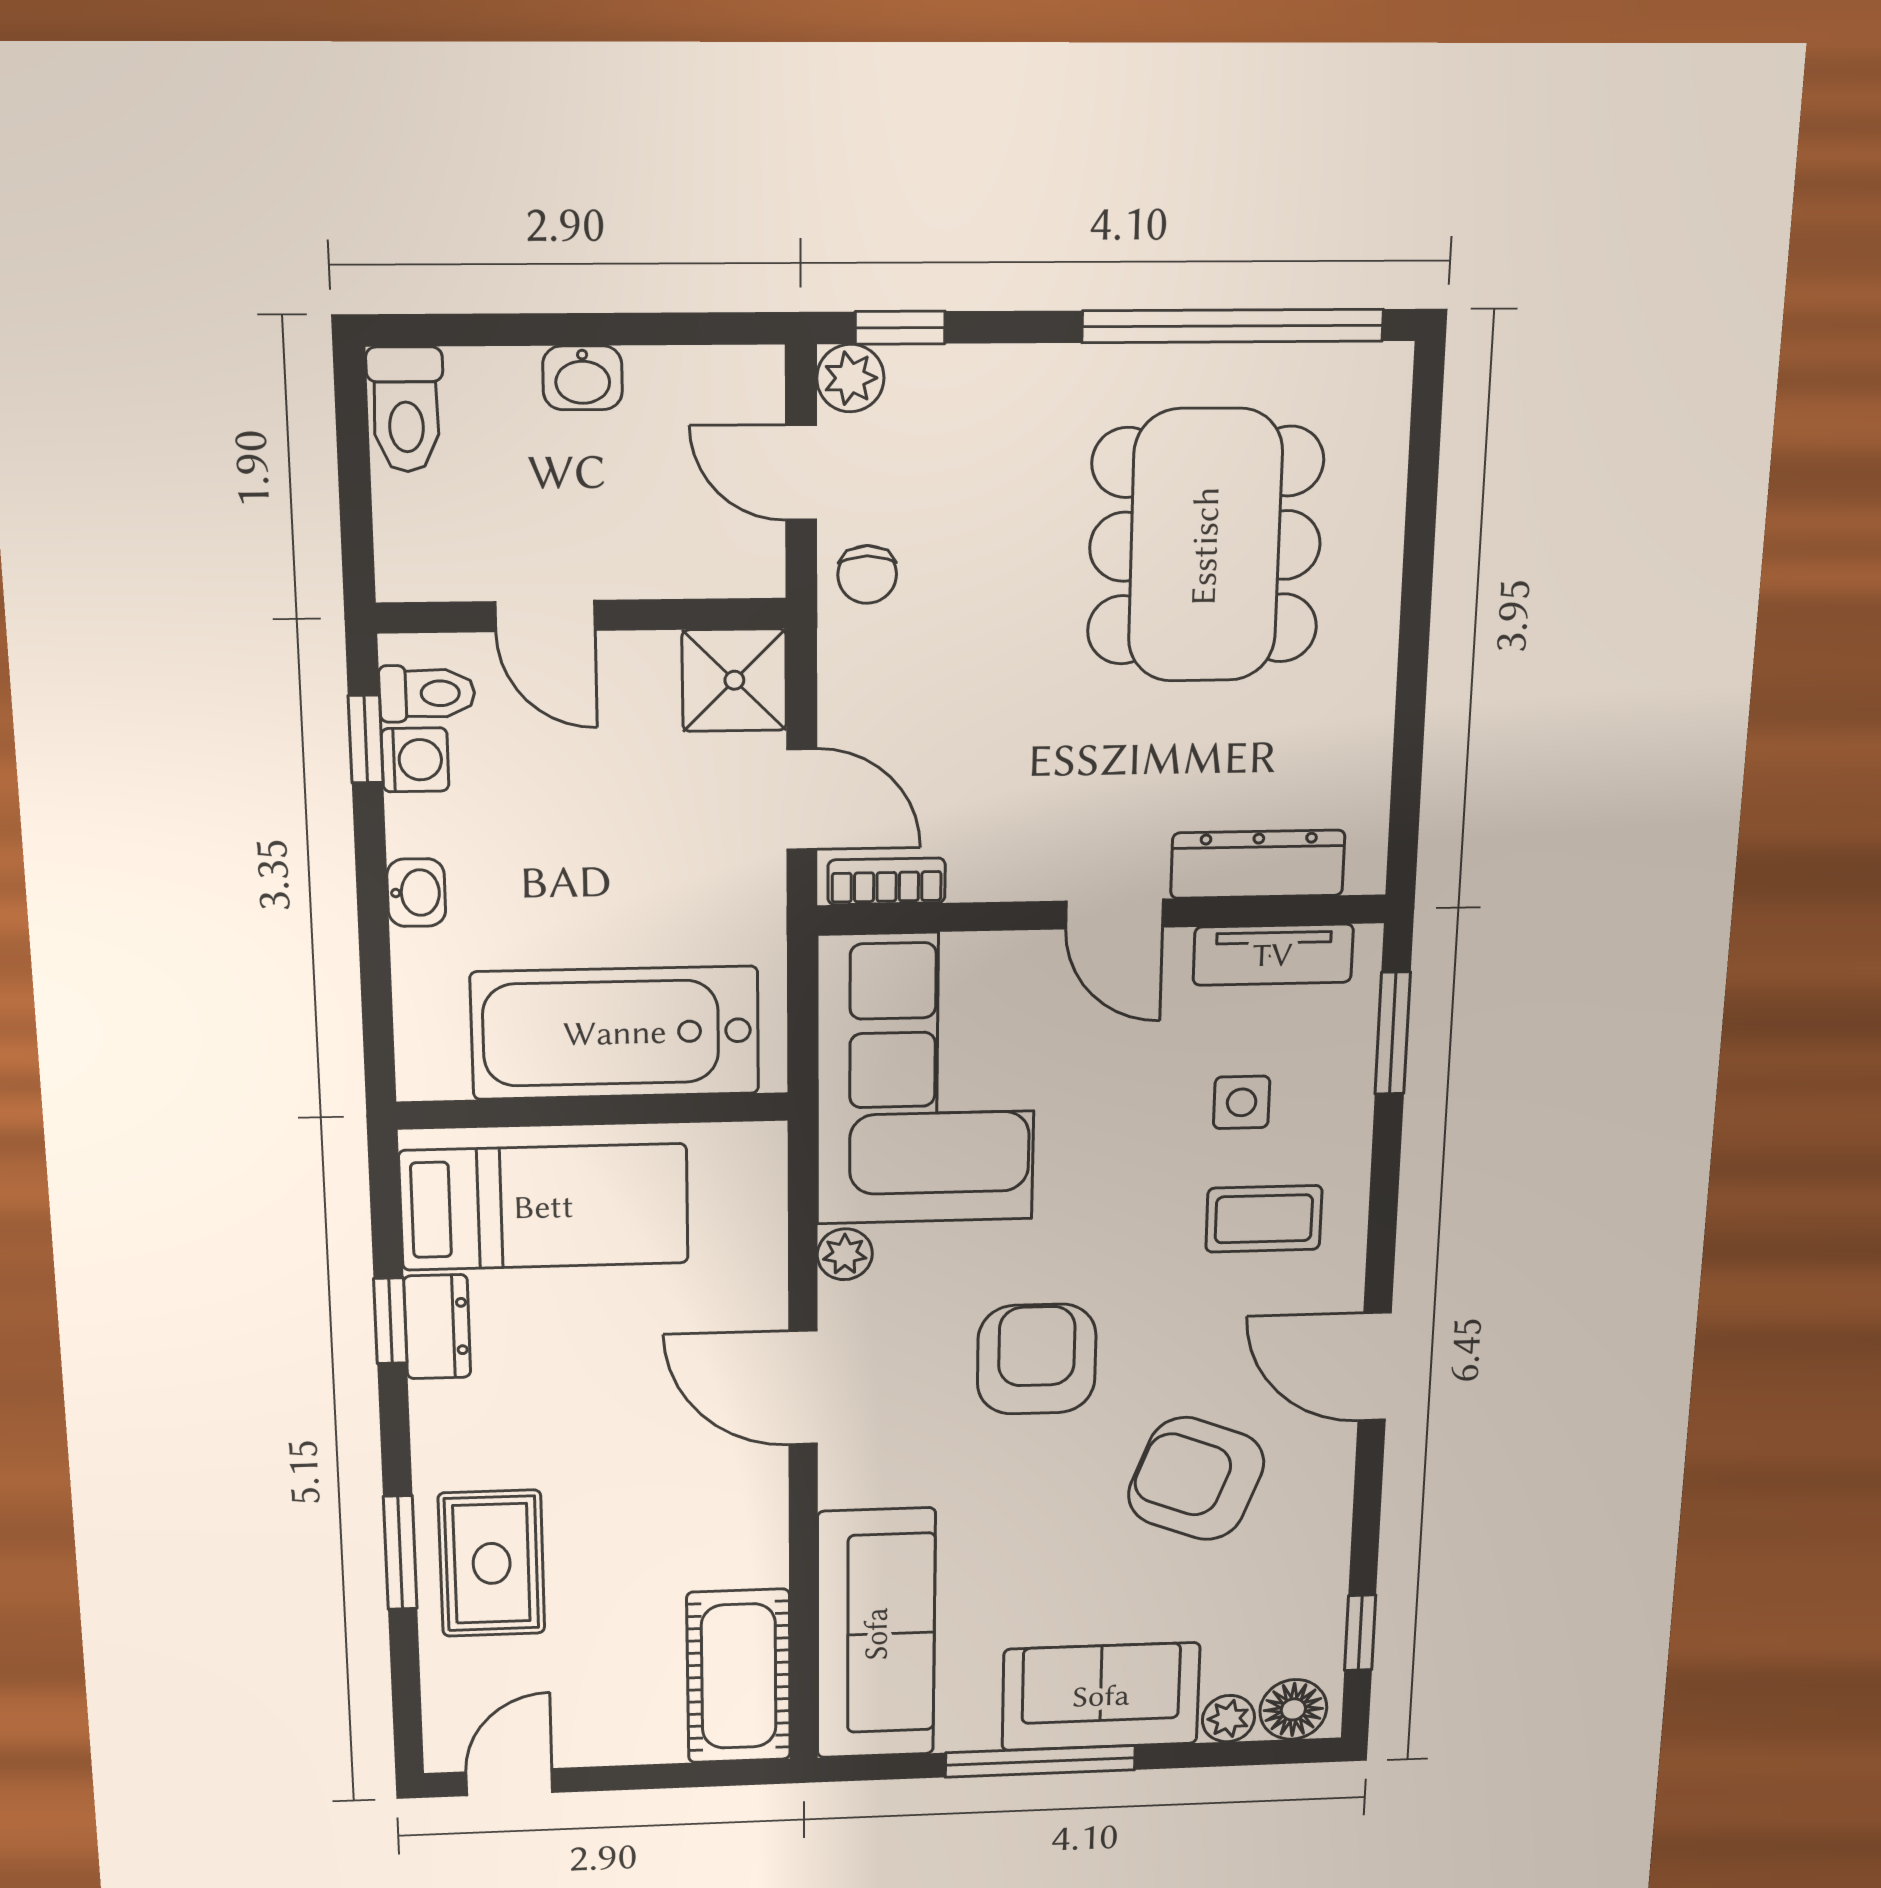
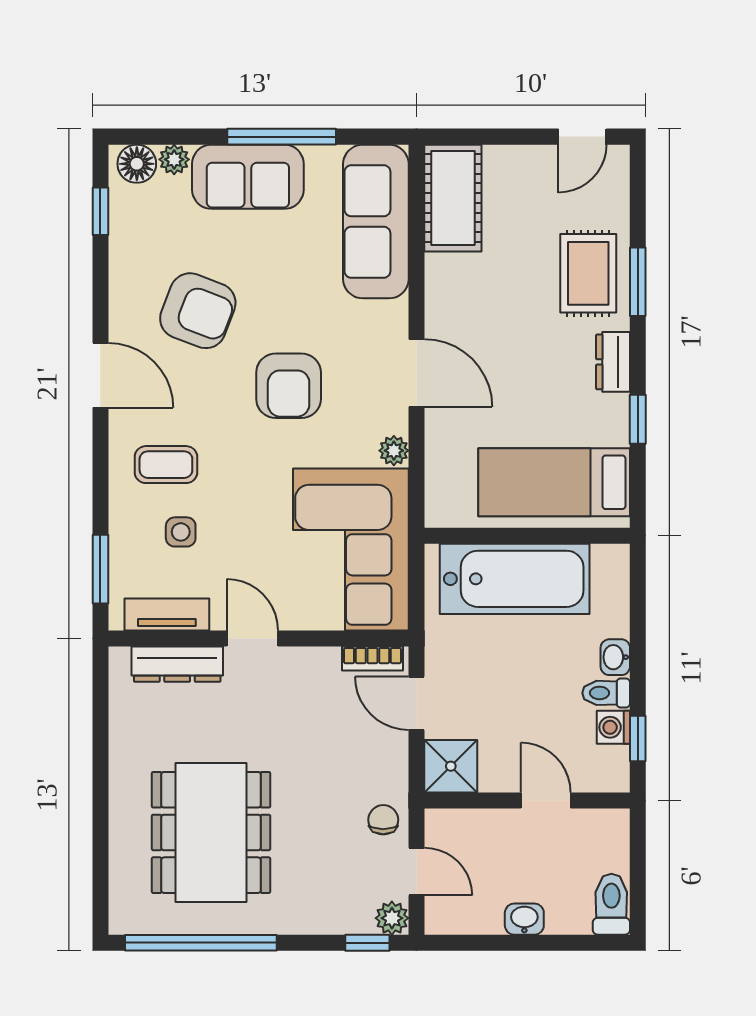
toilet: (427, 693) -> (606, 693), moved
dresser: (437, 1327) -> (613, 362), moved

